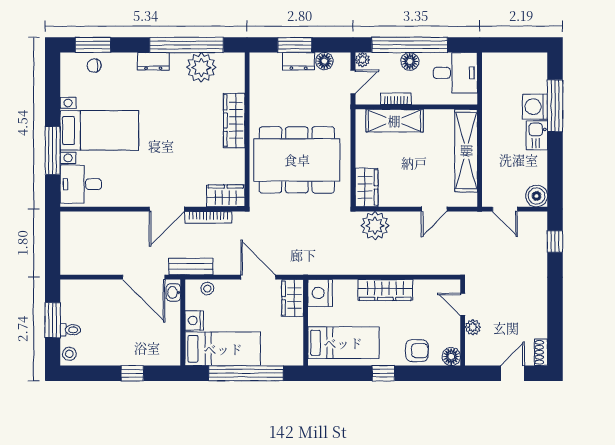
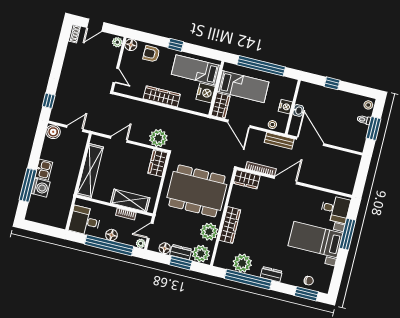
plant: (267, 66) -> (201, 254), added
plant: (263, 103) -> (209, 232), added
door: (505, 209) -> (75, 128), hinge flipped
washbasin: (173, 292) -> (298, 110), moved
nightstand: (320, 293) -> (206, 93), moved
plant: (473, 327) -> (117, 42), moved
bed: (223, 349) -> (243, 87), moved, turned 180

